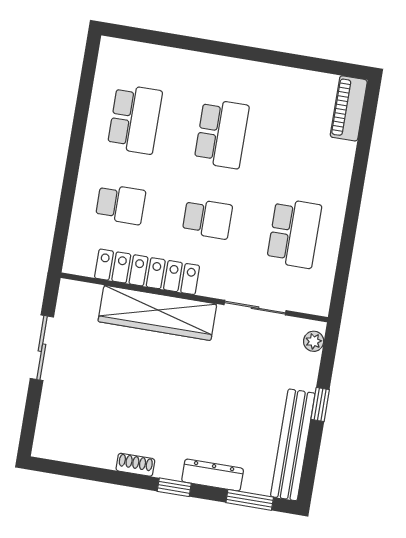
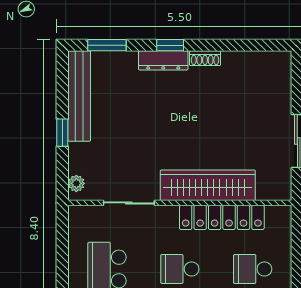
dresser: (213, 475) -> (163, 60), moved

